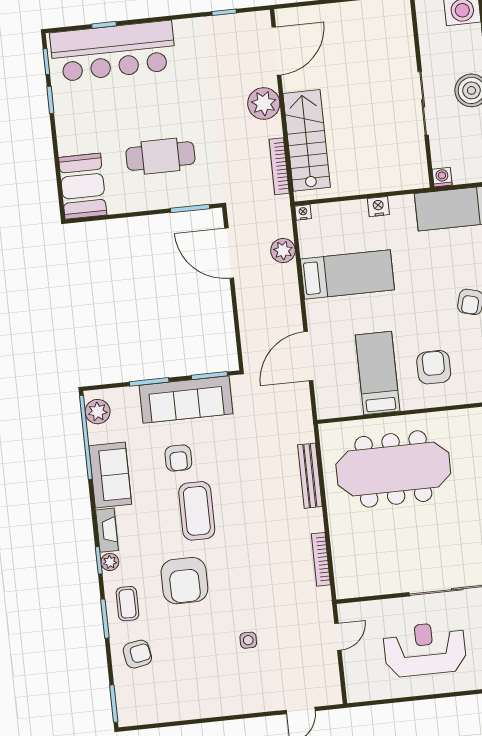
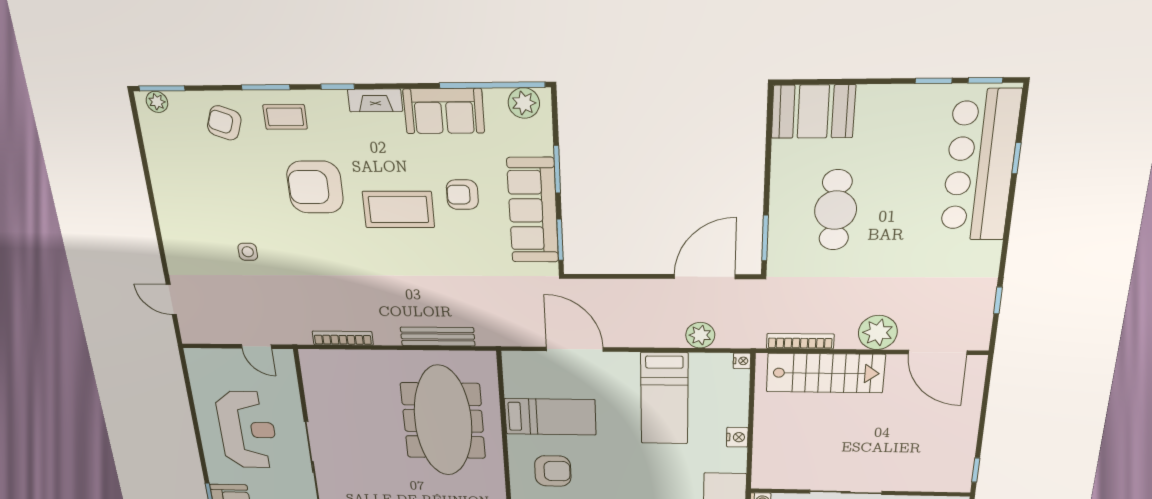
plant: (110, 562) -> (157, 102), moved
armchair: (137, 654) -> (224, 123), turned 120

